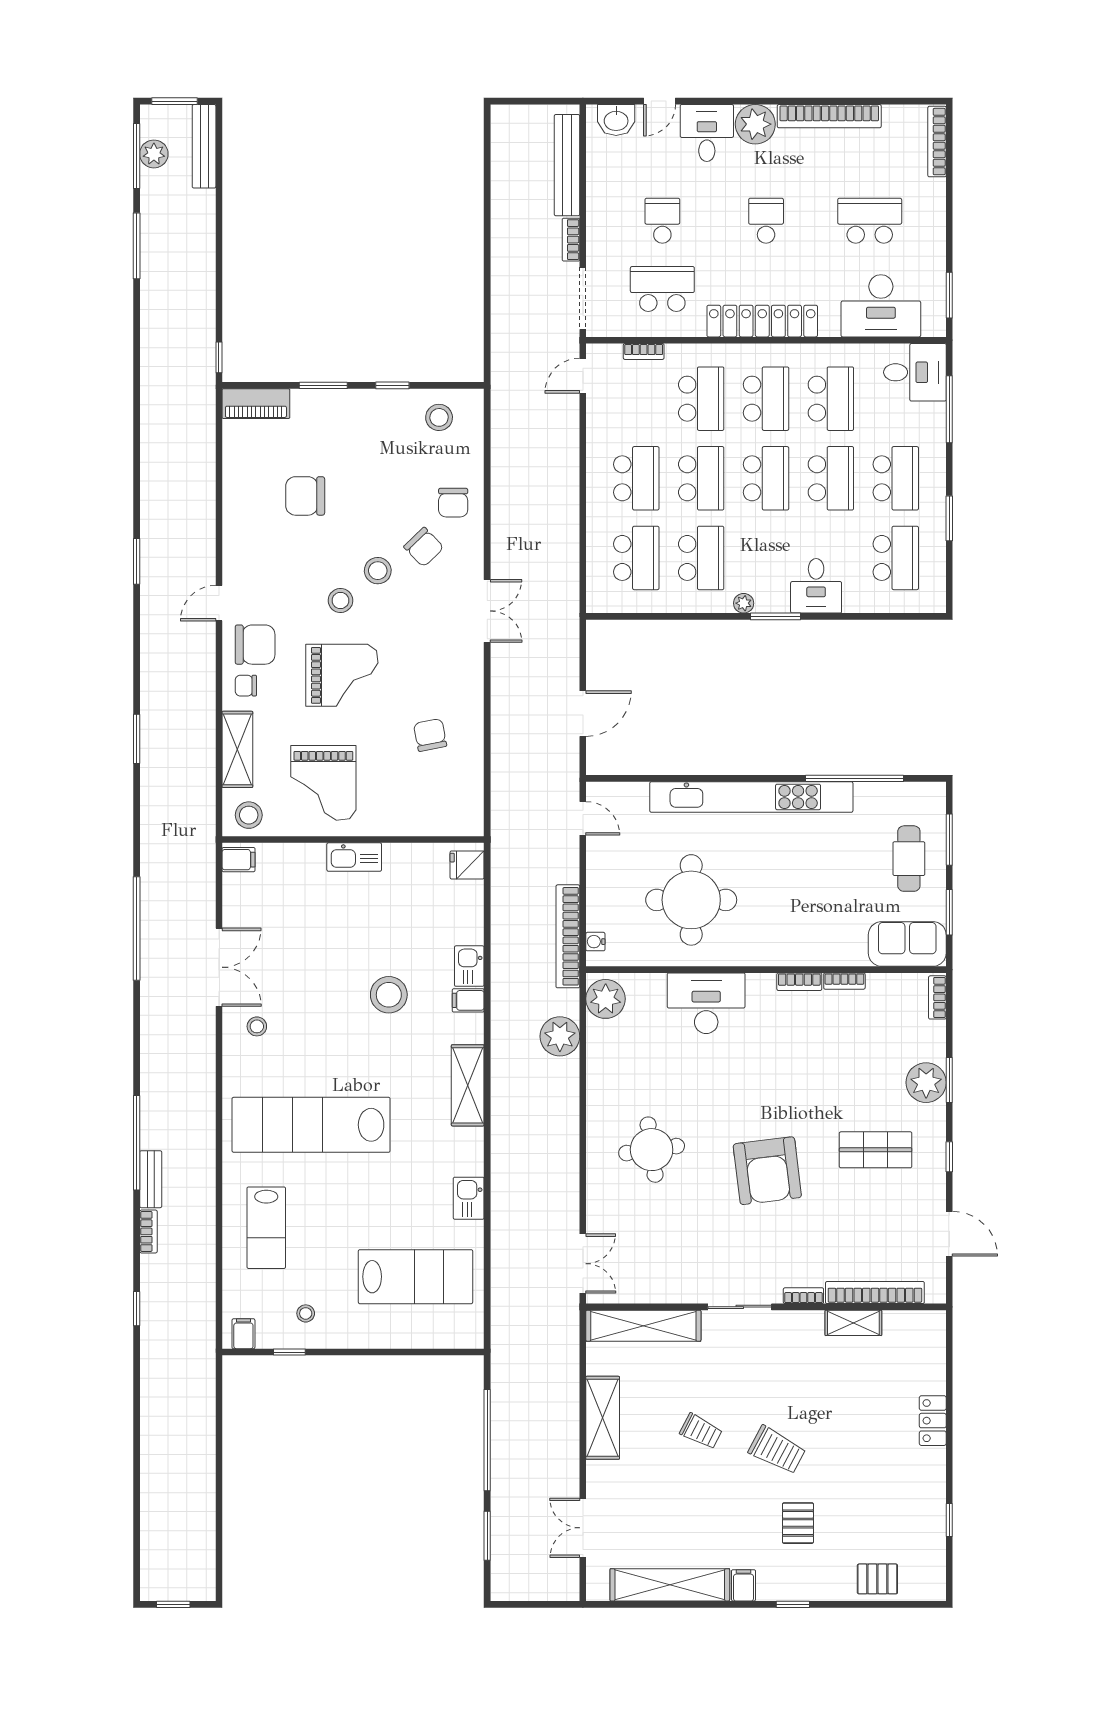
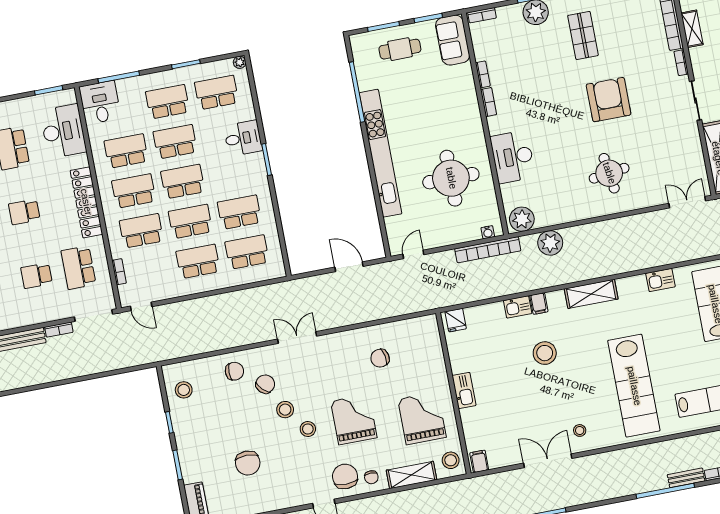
plant: (744, 603) -> (240, 62), moved
grand piano: (323, 783) -> (422, 418), turned -90
armchair: (767, 1171) -> (609, 100), turned -83

